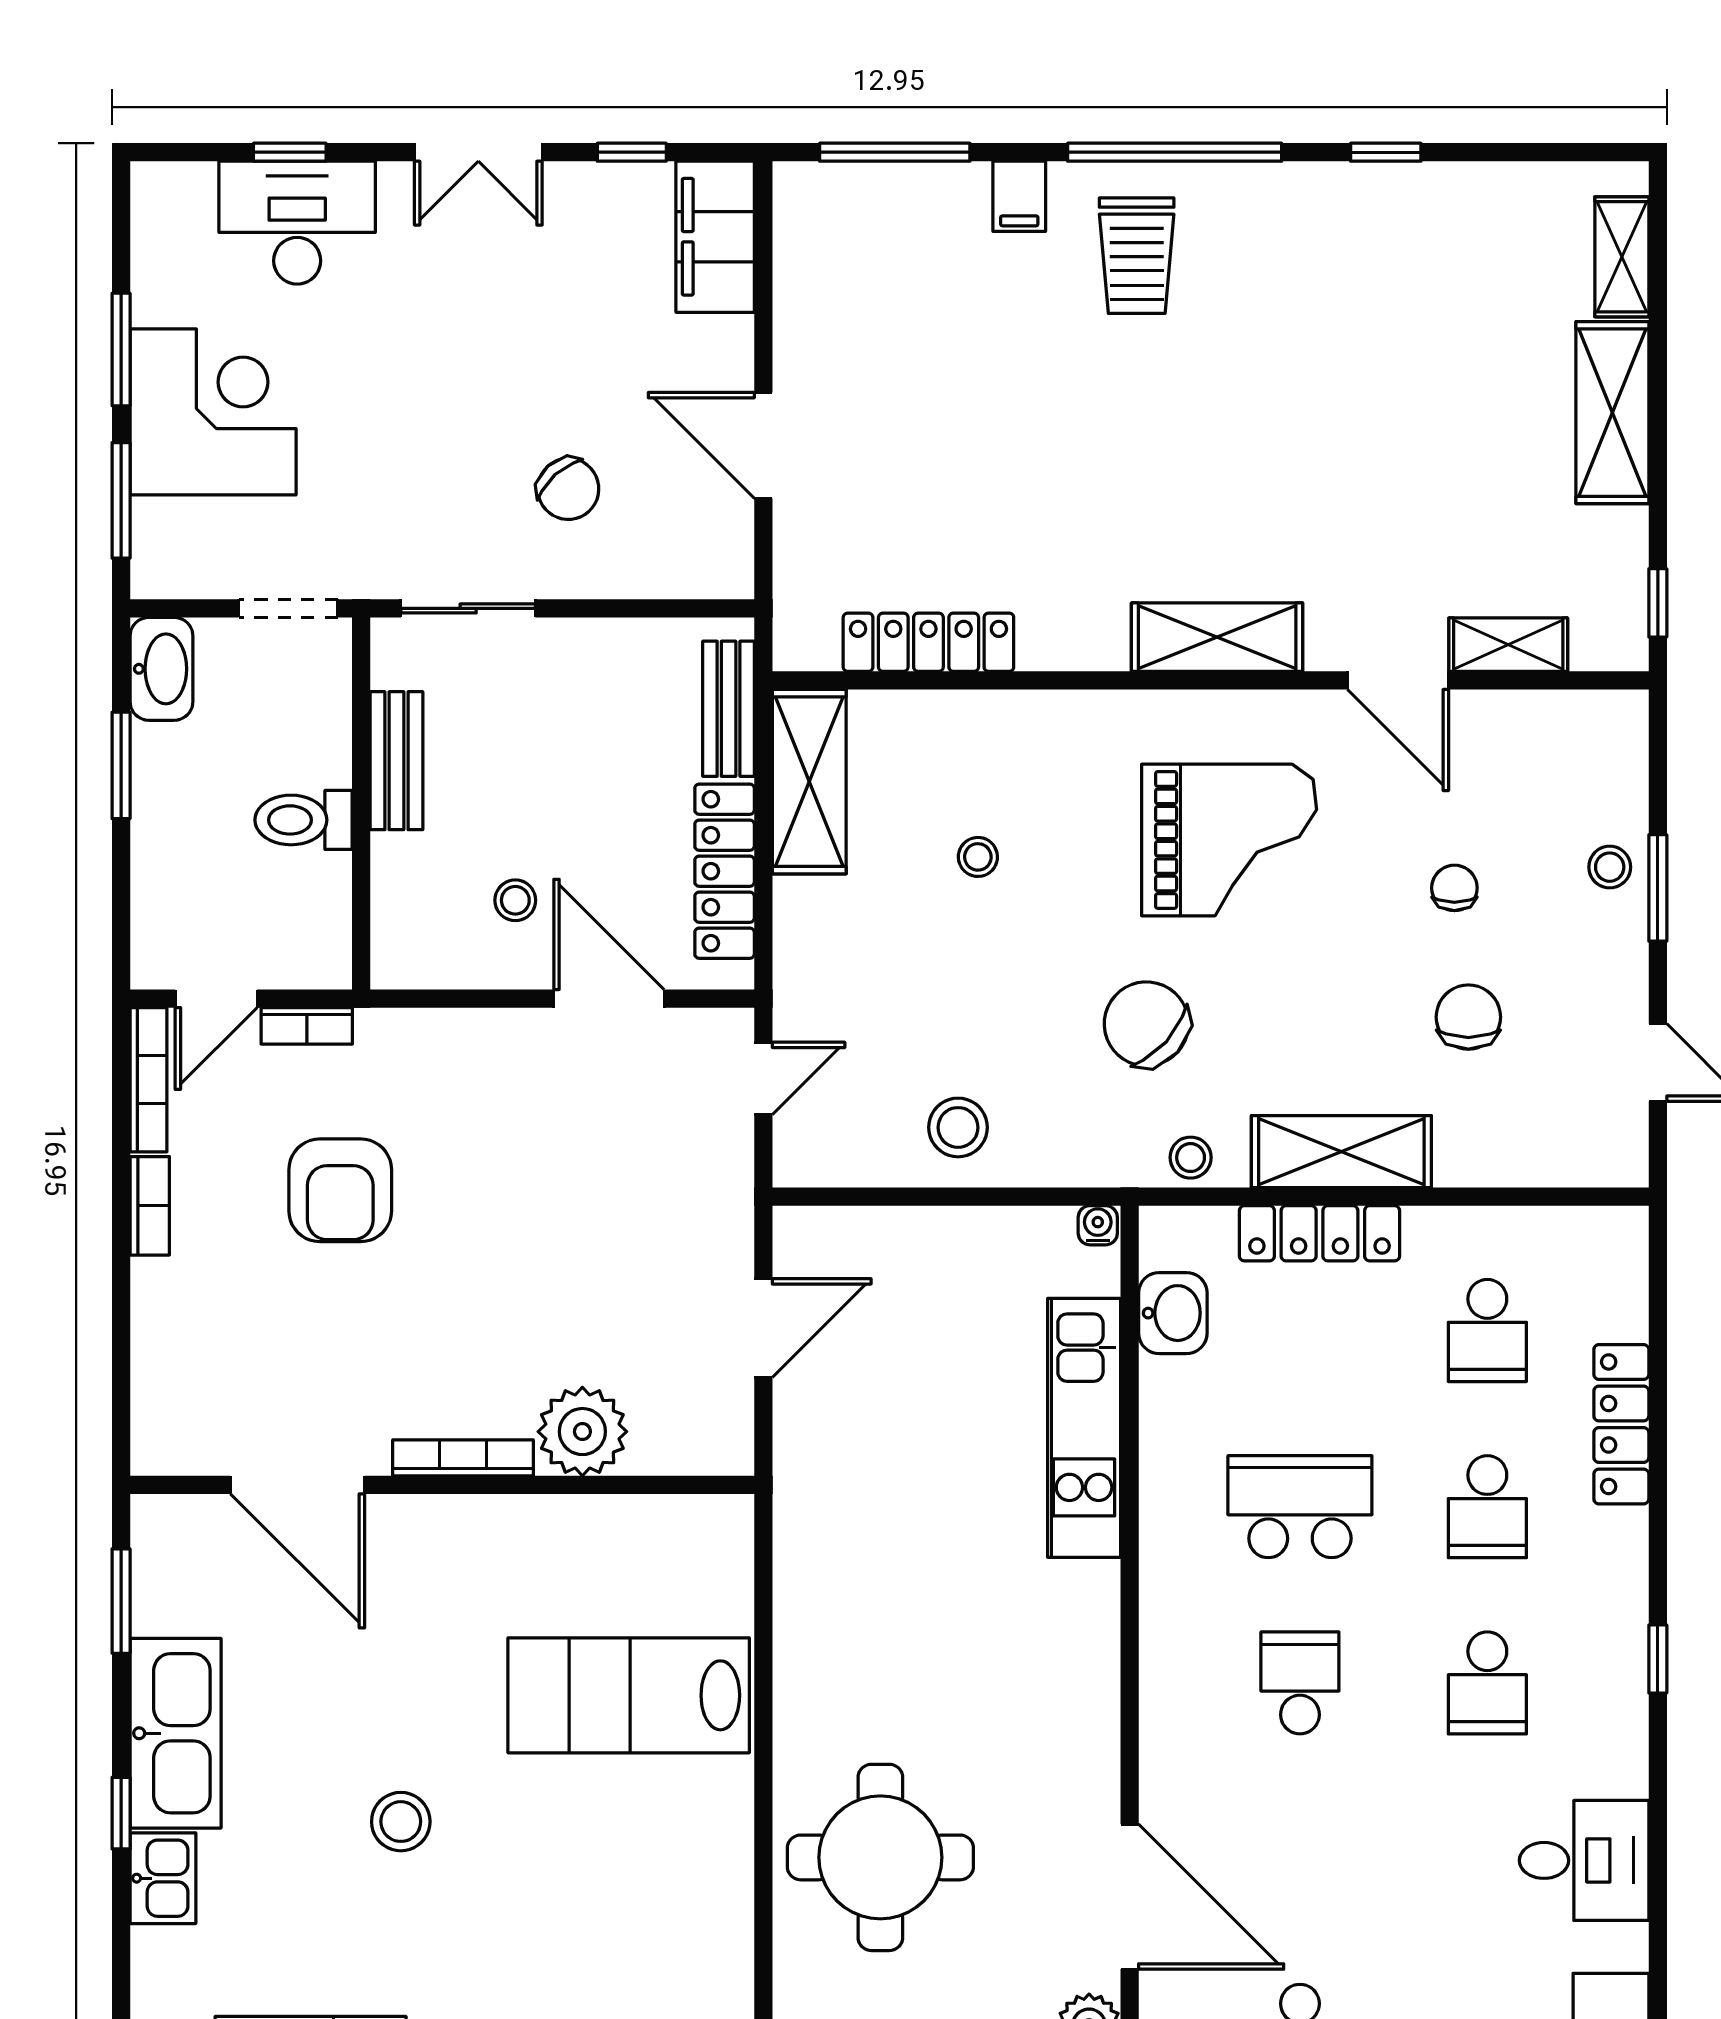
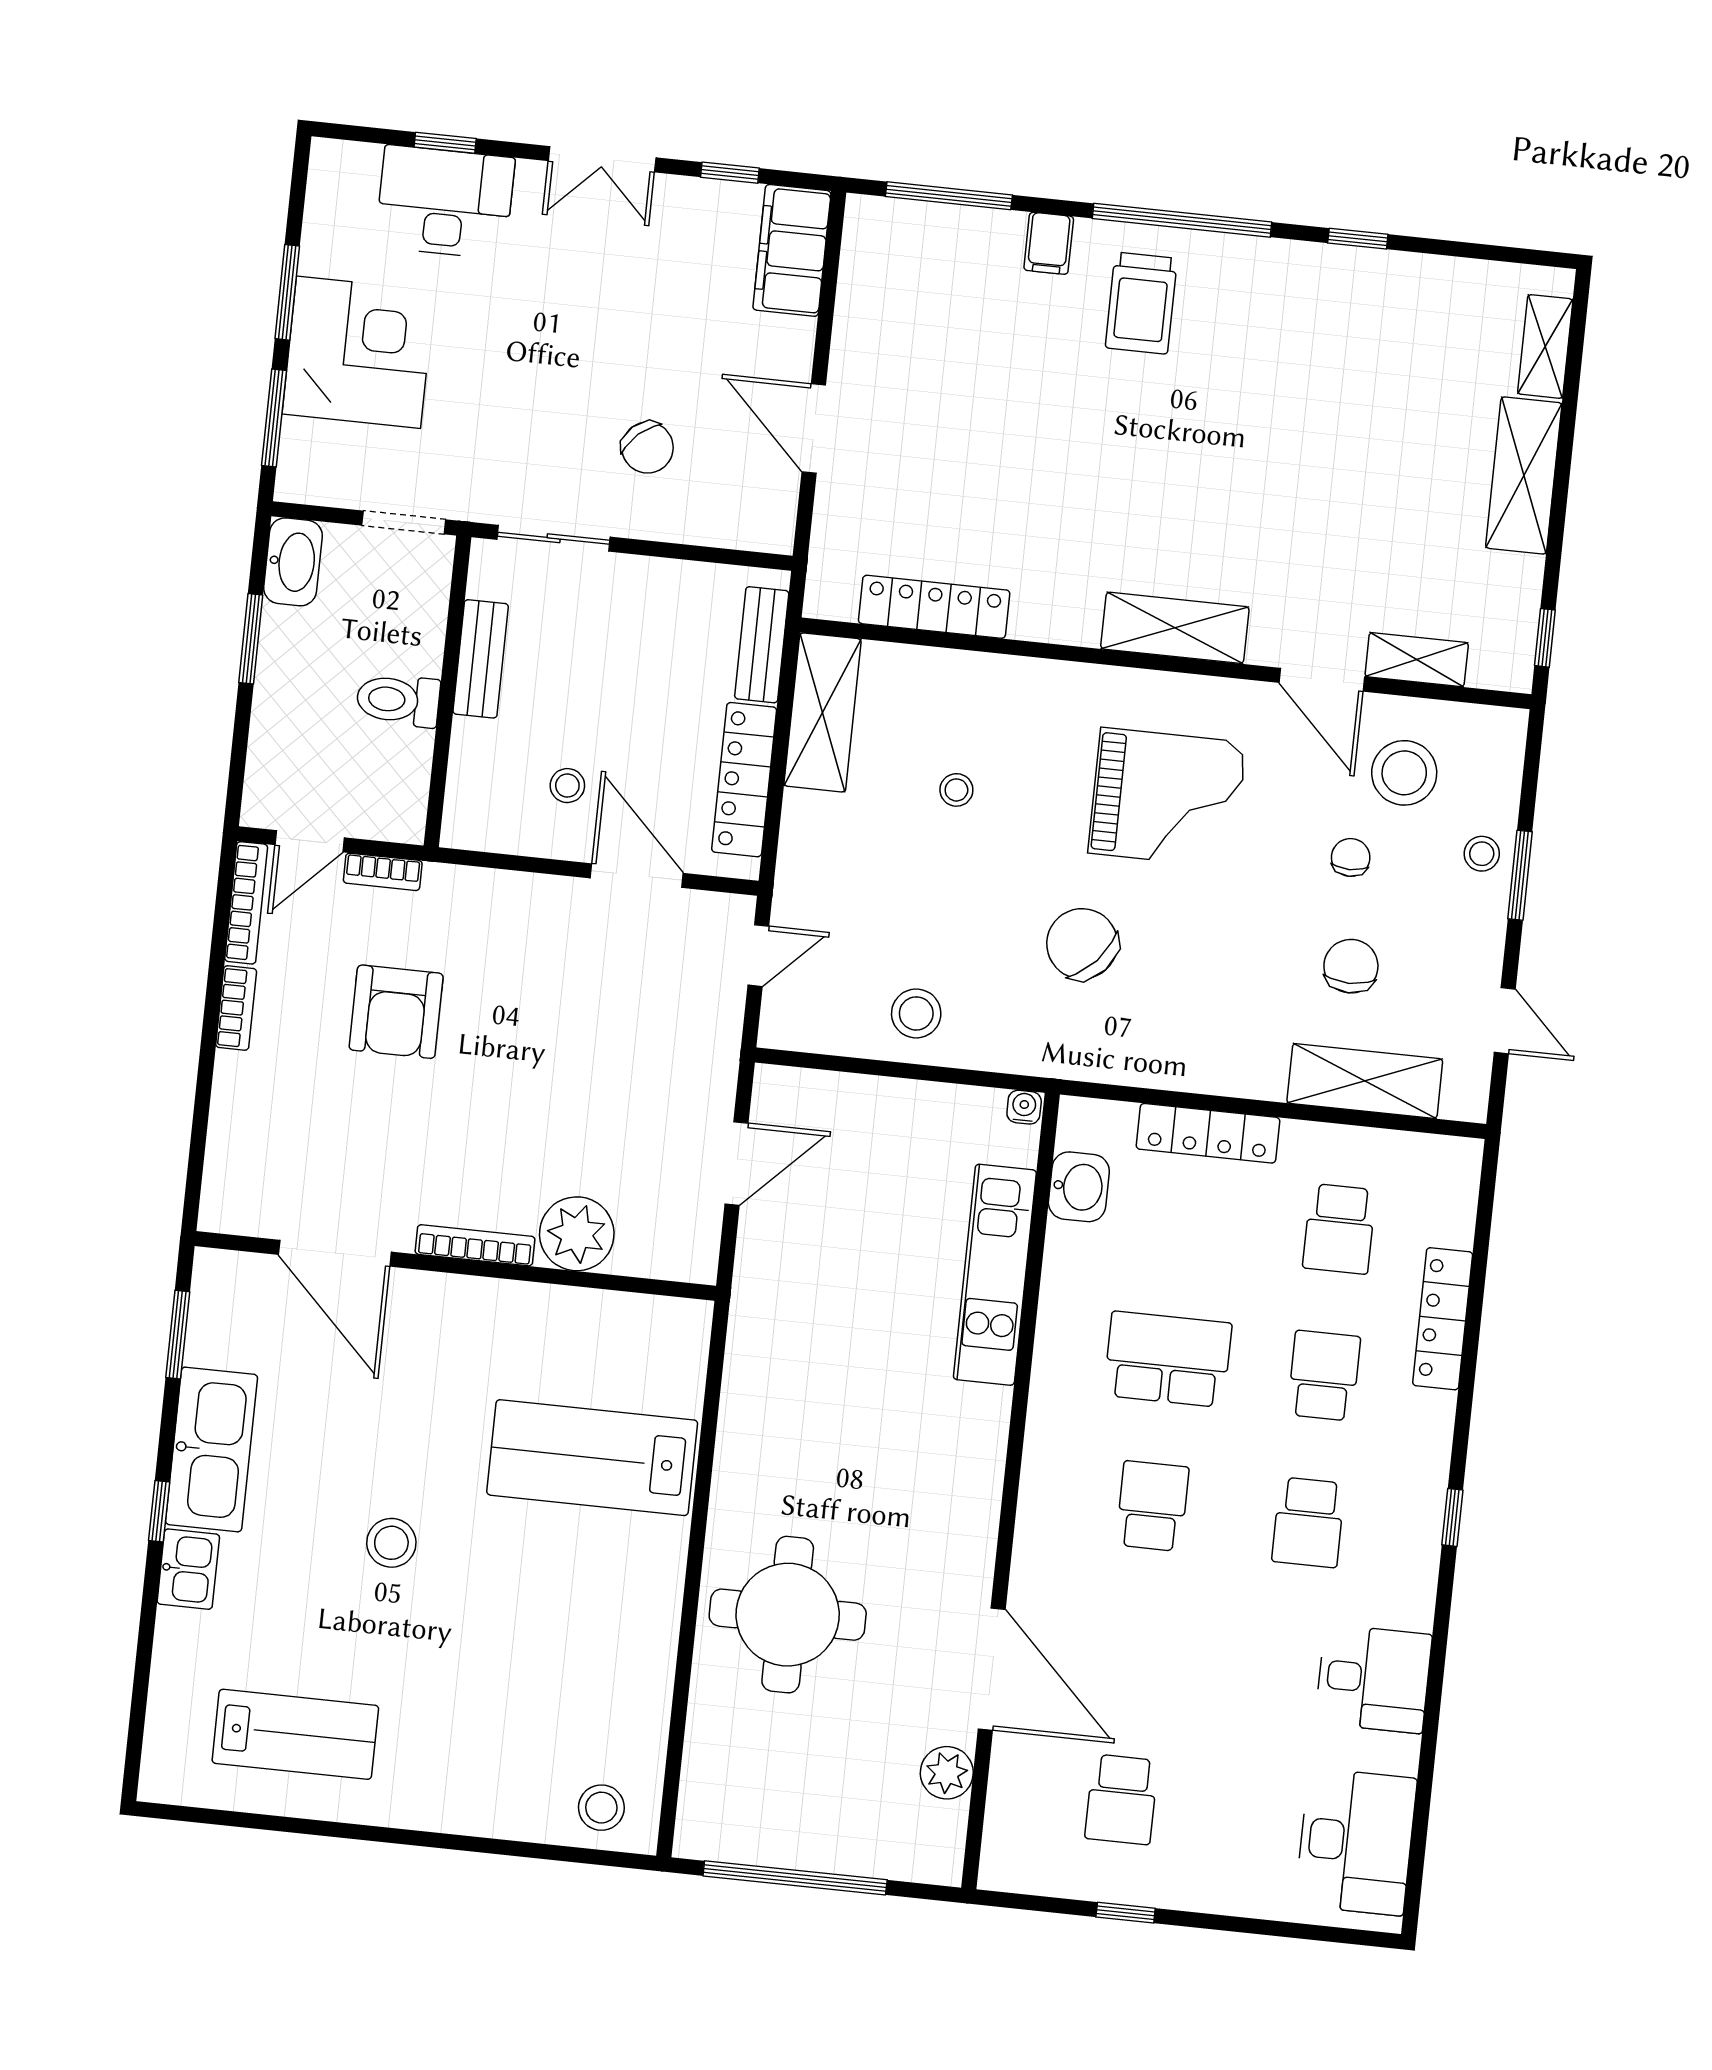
shelving: (1341, 1152) -> (1365, 1081), moved
stool: (1191, 1158) -> (1404, 773), moved, width x1.89, depth x1.89
school desk: (1487, 1507) -> (1324, 1376), turned 180

